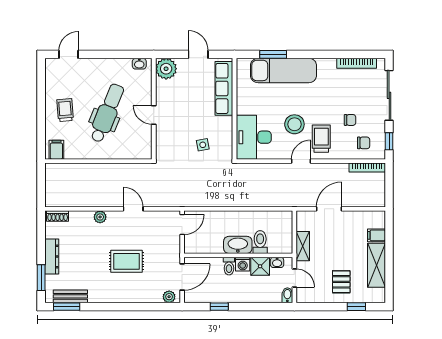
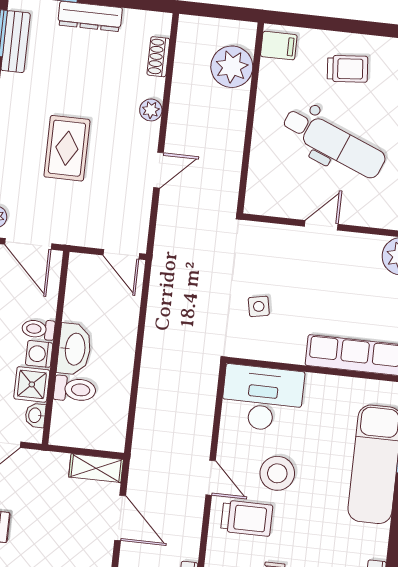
plant: (71, 175) -> (232, 67), added
shoe rack: (58, 216) -> (158, 57), moved
shelving: (303, 246) -> (96, 468), moved

